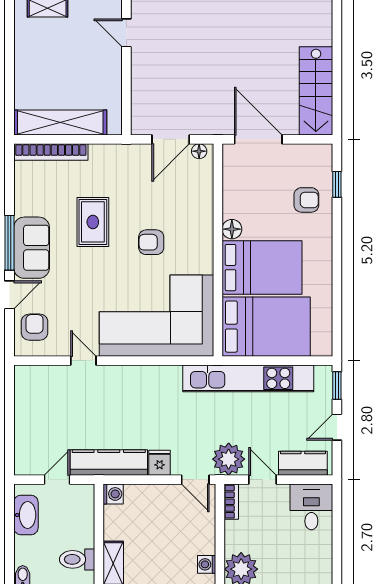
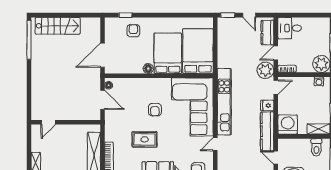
stairs: (316, 91) -> (58, 26), moved
kitchen unit: (248, 378) -> (224, 102), moved
washing machine: (113, 494) -> (288, 124), width x1.89, depth x1.89

